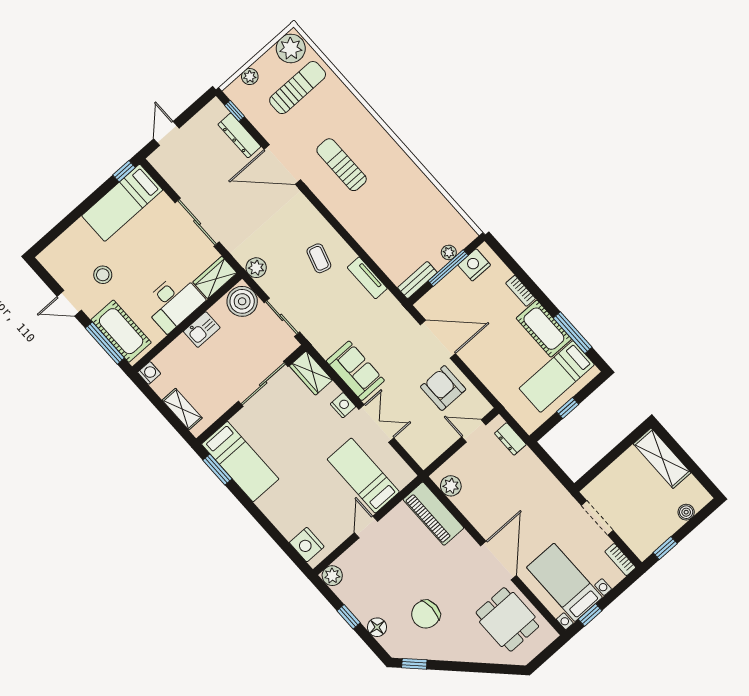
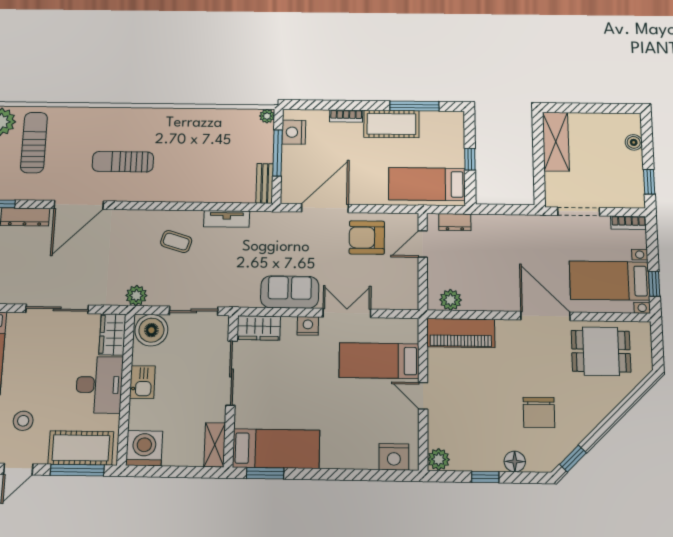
plant: (449, 252) -> (267, 116), moved
washing machine: (149, 373) -> (144, 448), width x1.89, depth x1.89
bed: (557, 376) -> (427, 184), moved, turned 90
shelving: (182, 409) -> (215, 445), moved, turned 90
shelving: (662, 458) -> (556, 142), moved, turned 90

